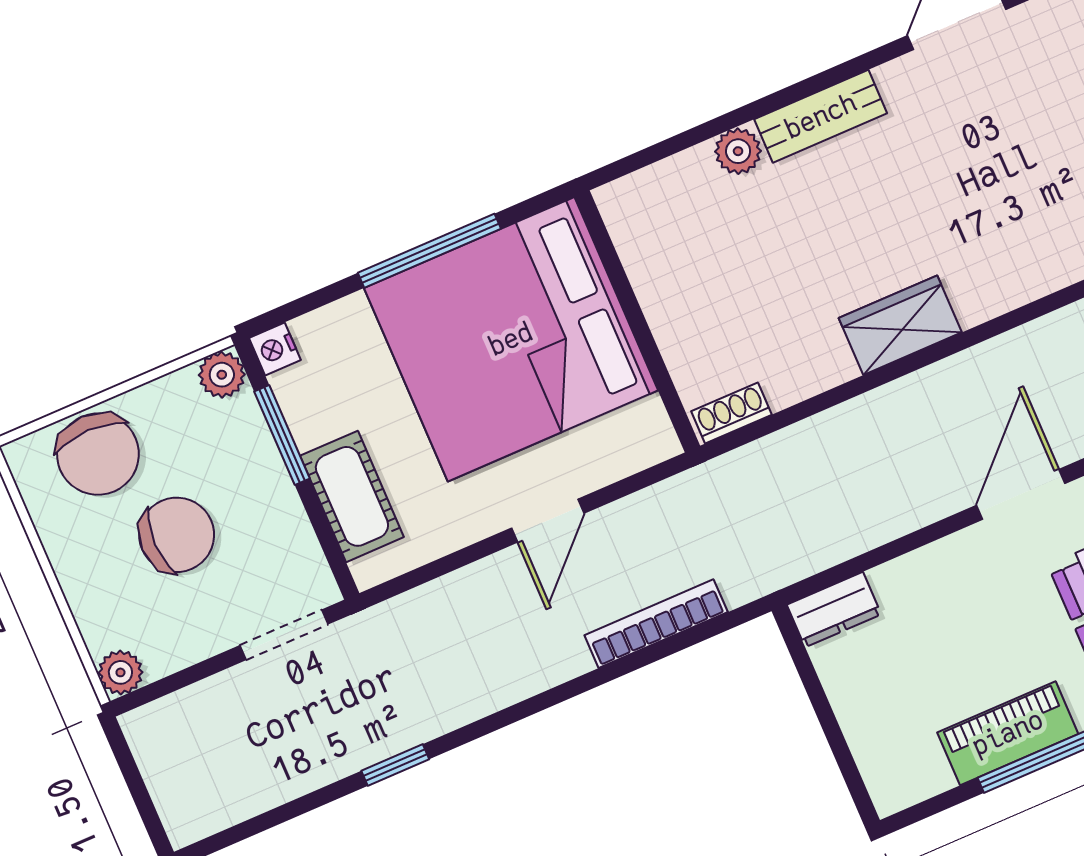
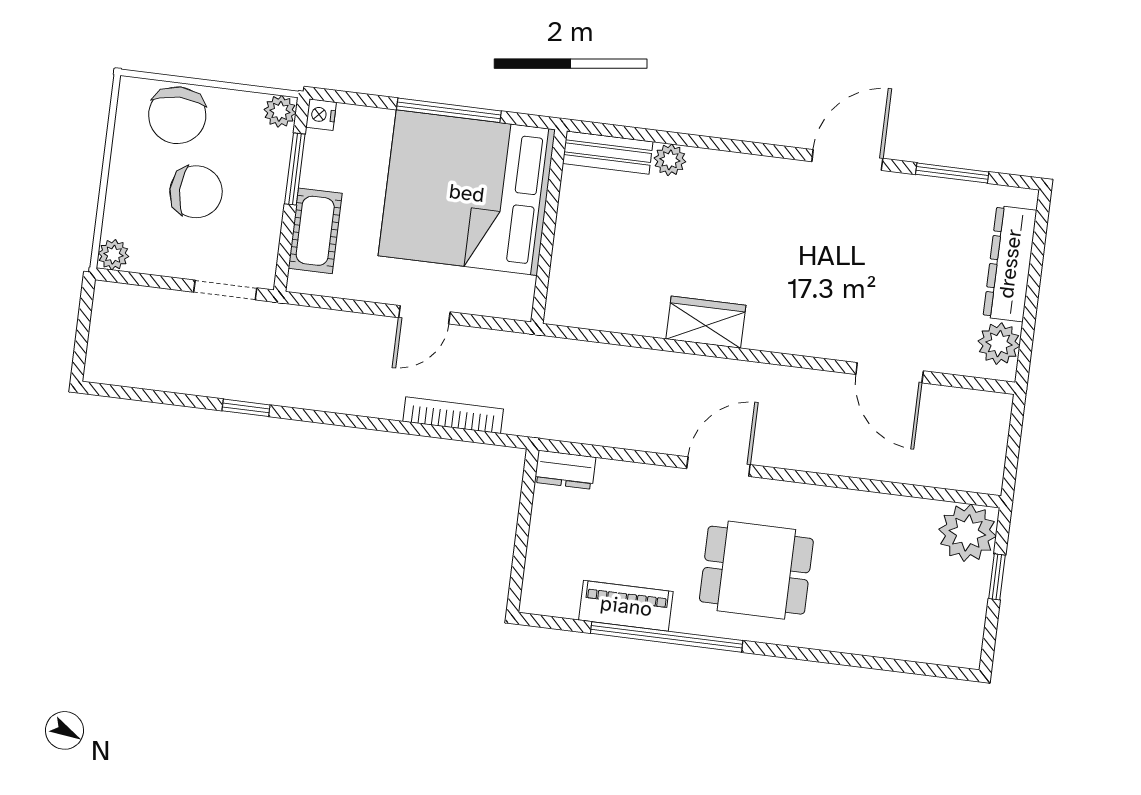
bench: (821, 116) -> (608, 153), moved
shoe rack: (731, 413) -> (573, 315), removed

